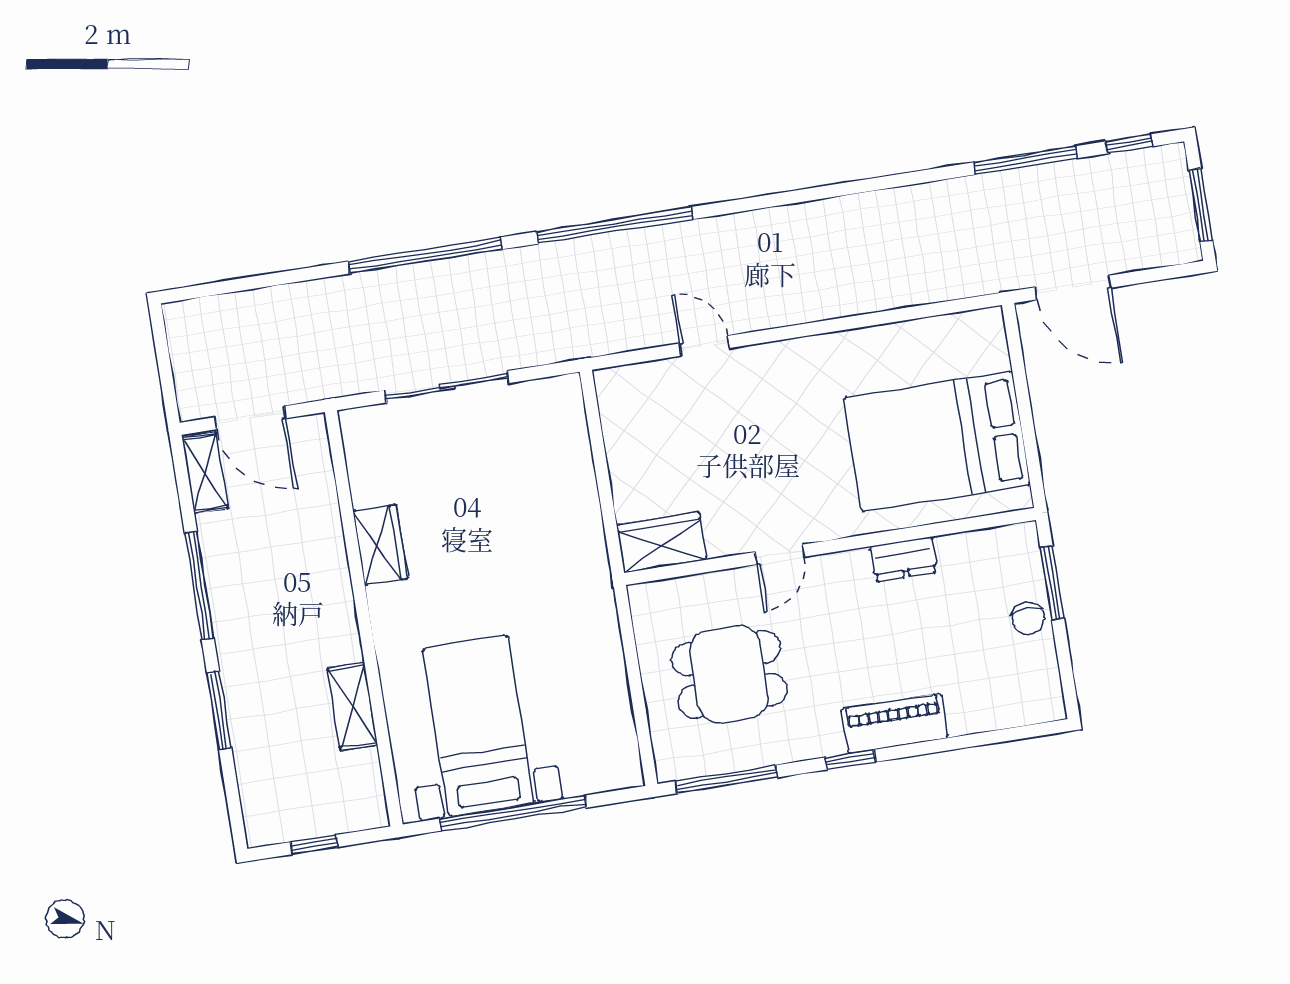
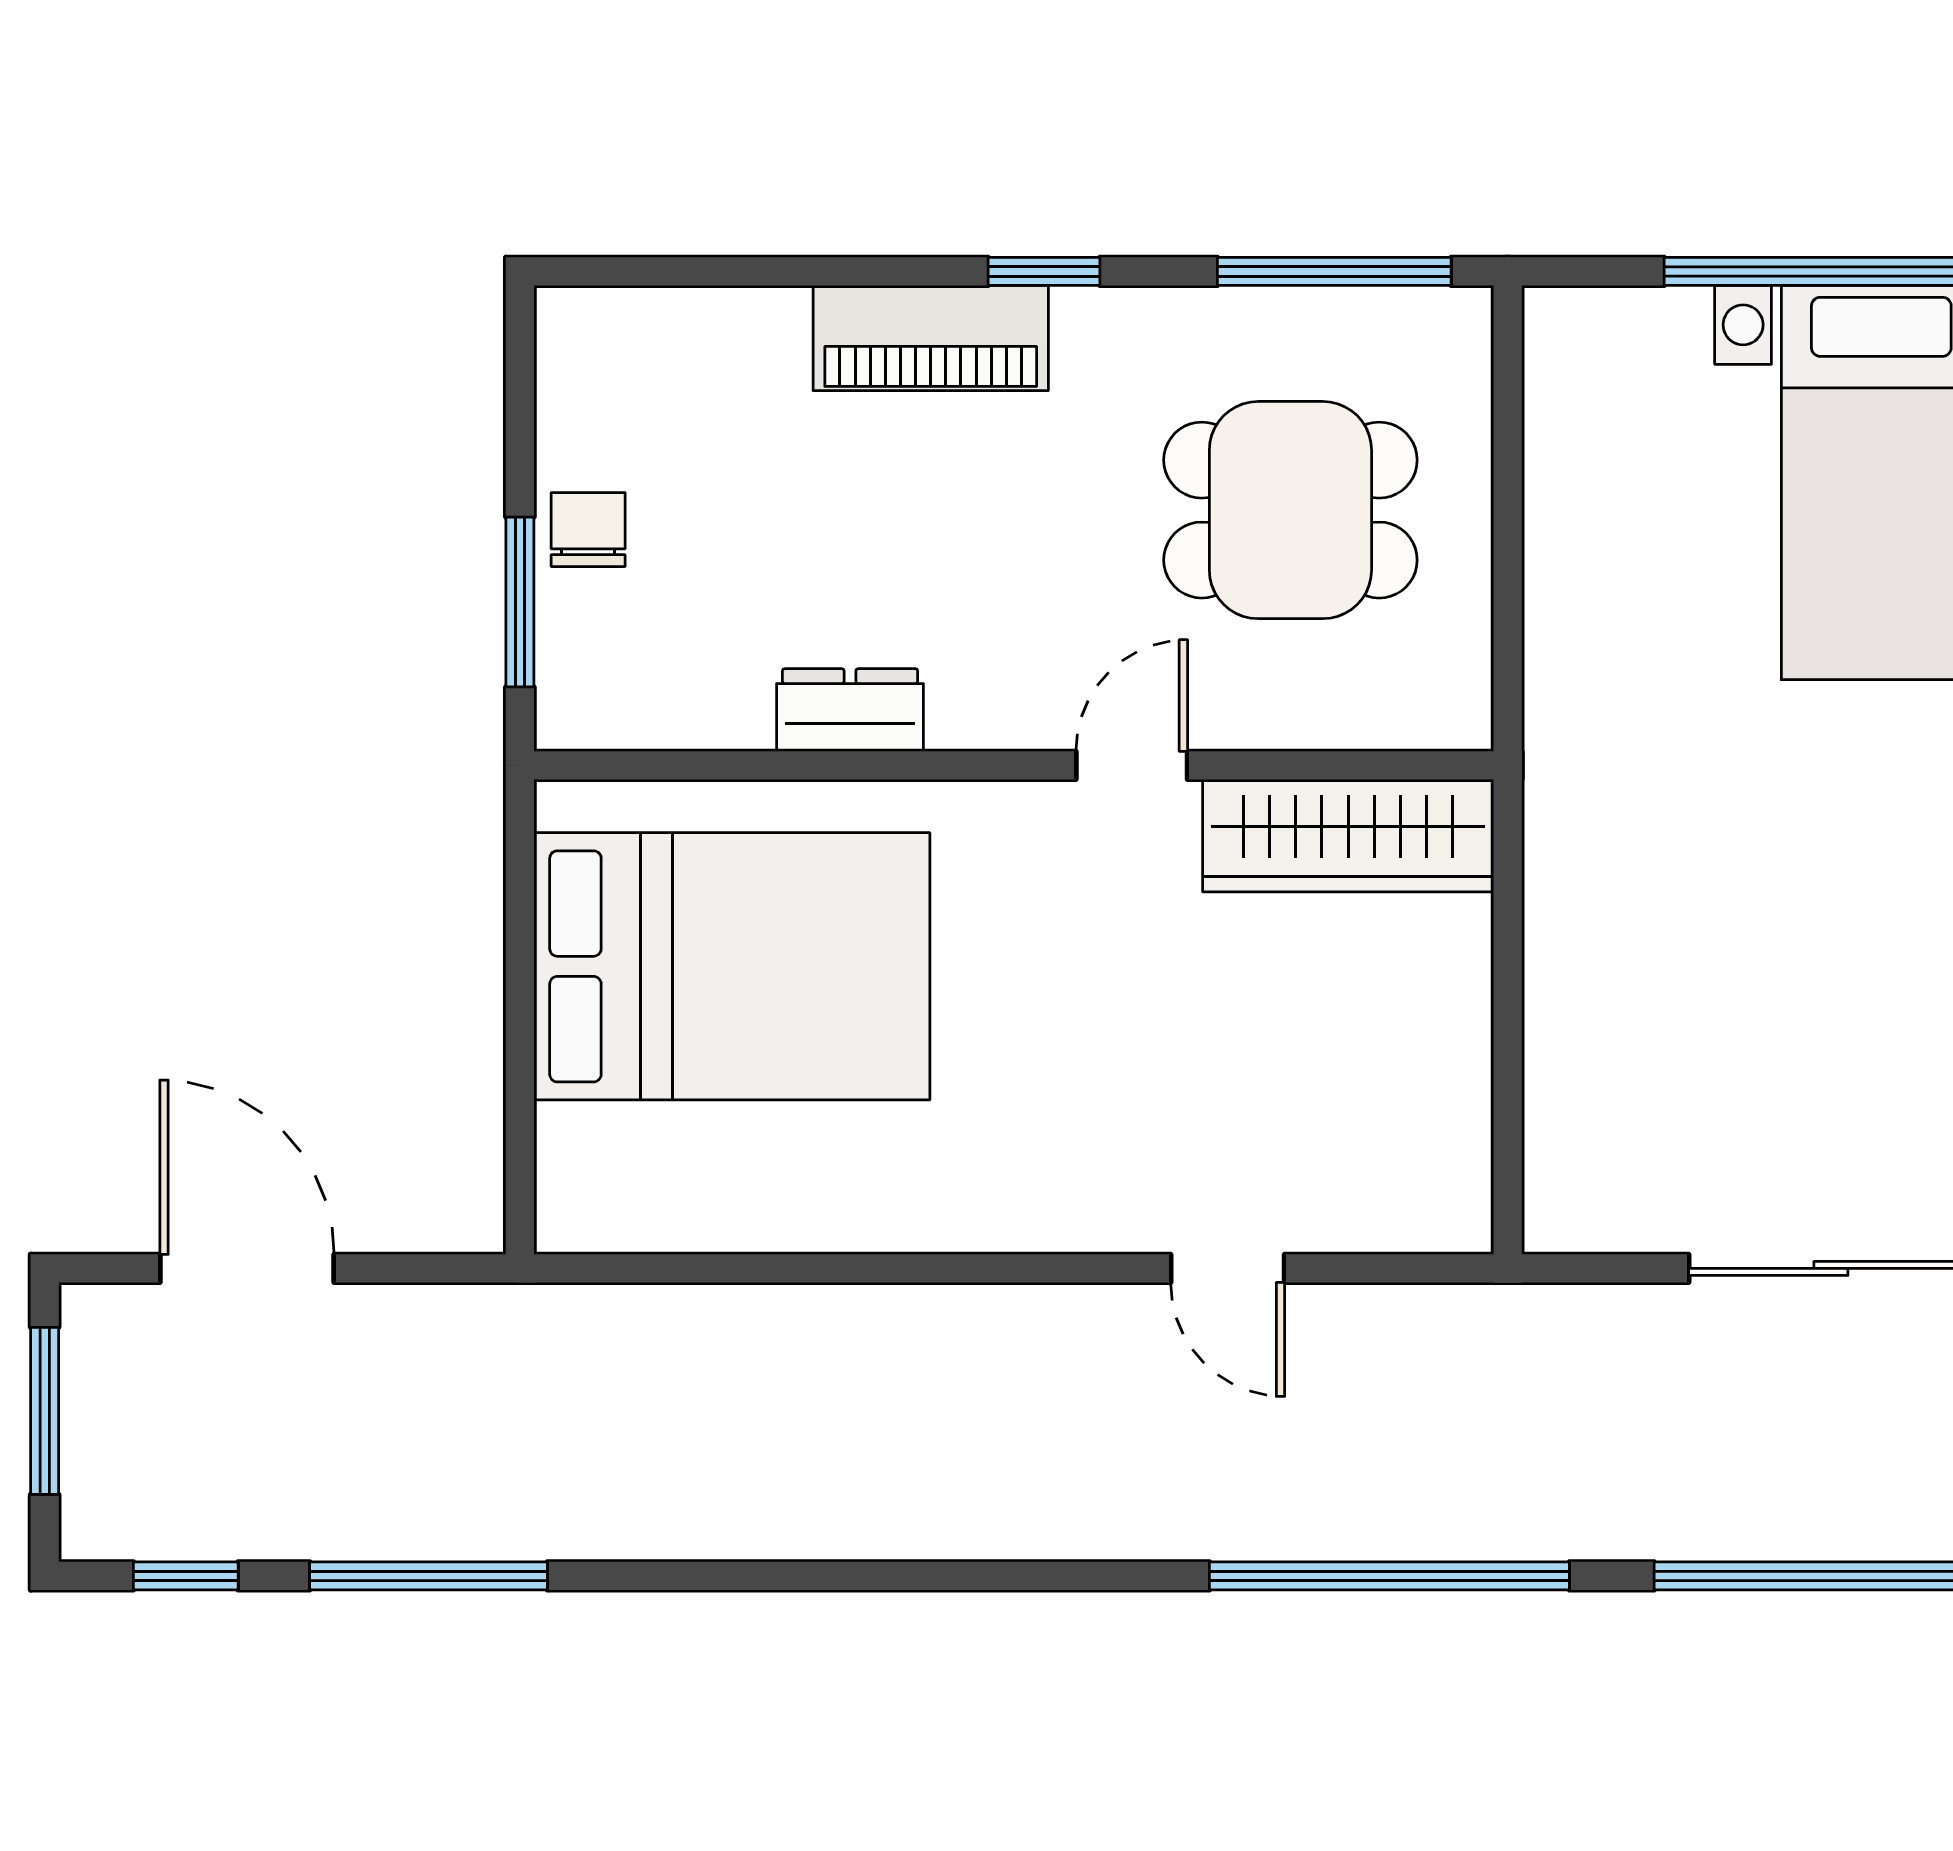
door: (1073, 287) -> (247, 1268), moved
wardrobe: (662, 542) -> (1348, 836), width x1.50

